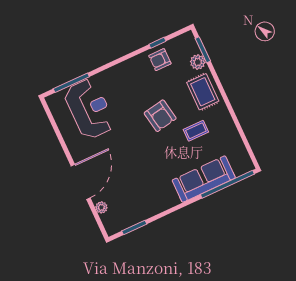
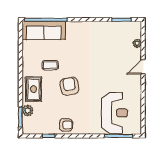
armchair: (160, 60) -> (66, 125), moved
reception desk: (89, 109) -> (115, 113), turned 180
sofa: (204, 179) -> (44, 31), moved
door: (81, 182) -> (143, 67), width x0.53

